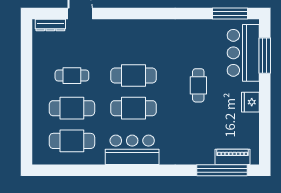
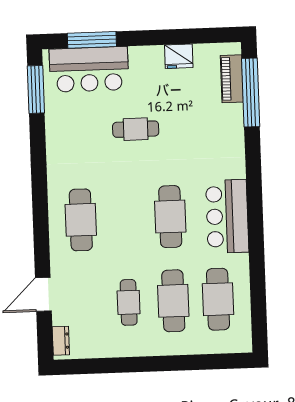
dresser: (50, 25) -> (61, 341), width x0.70
cafe table: (134, 76) -> (81, 220), moved
fridge: (250, 102) -> (179, 56), moved

